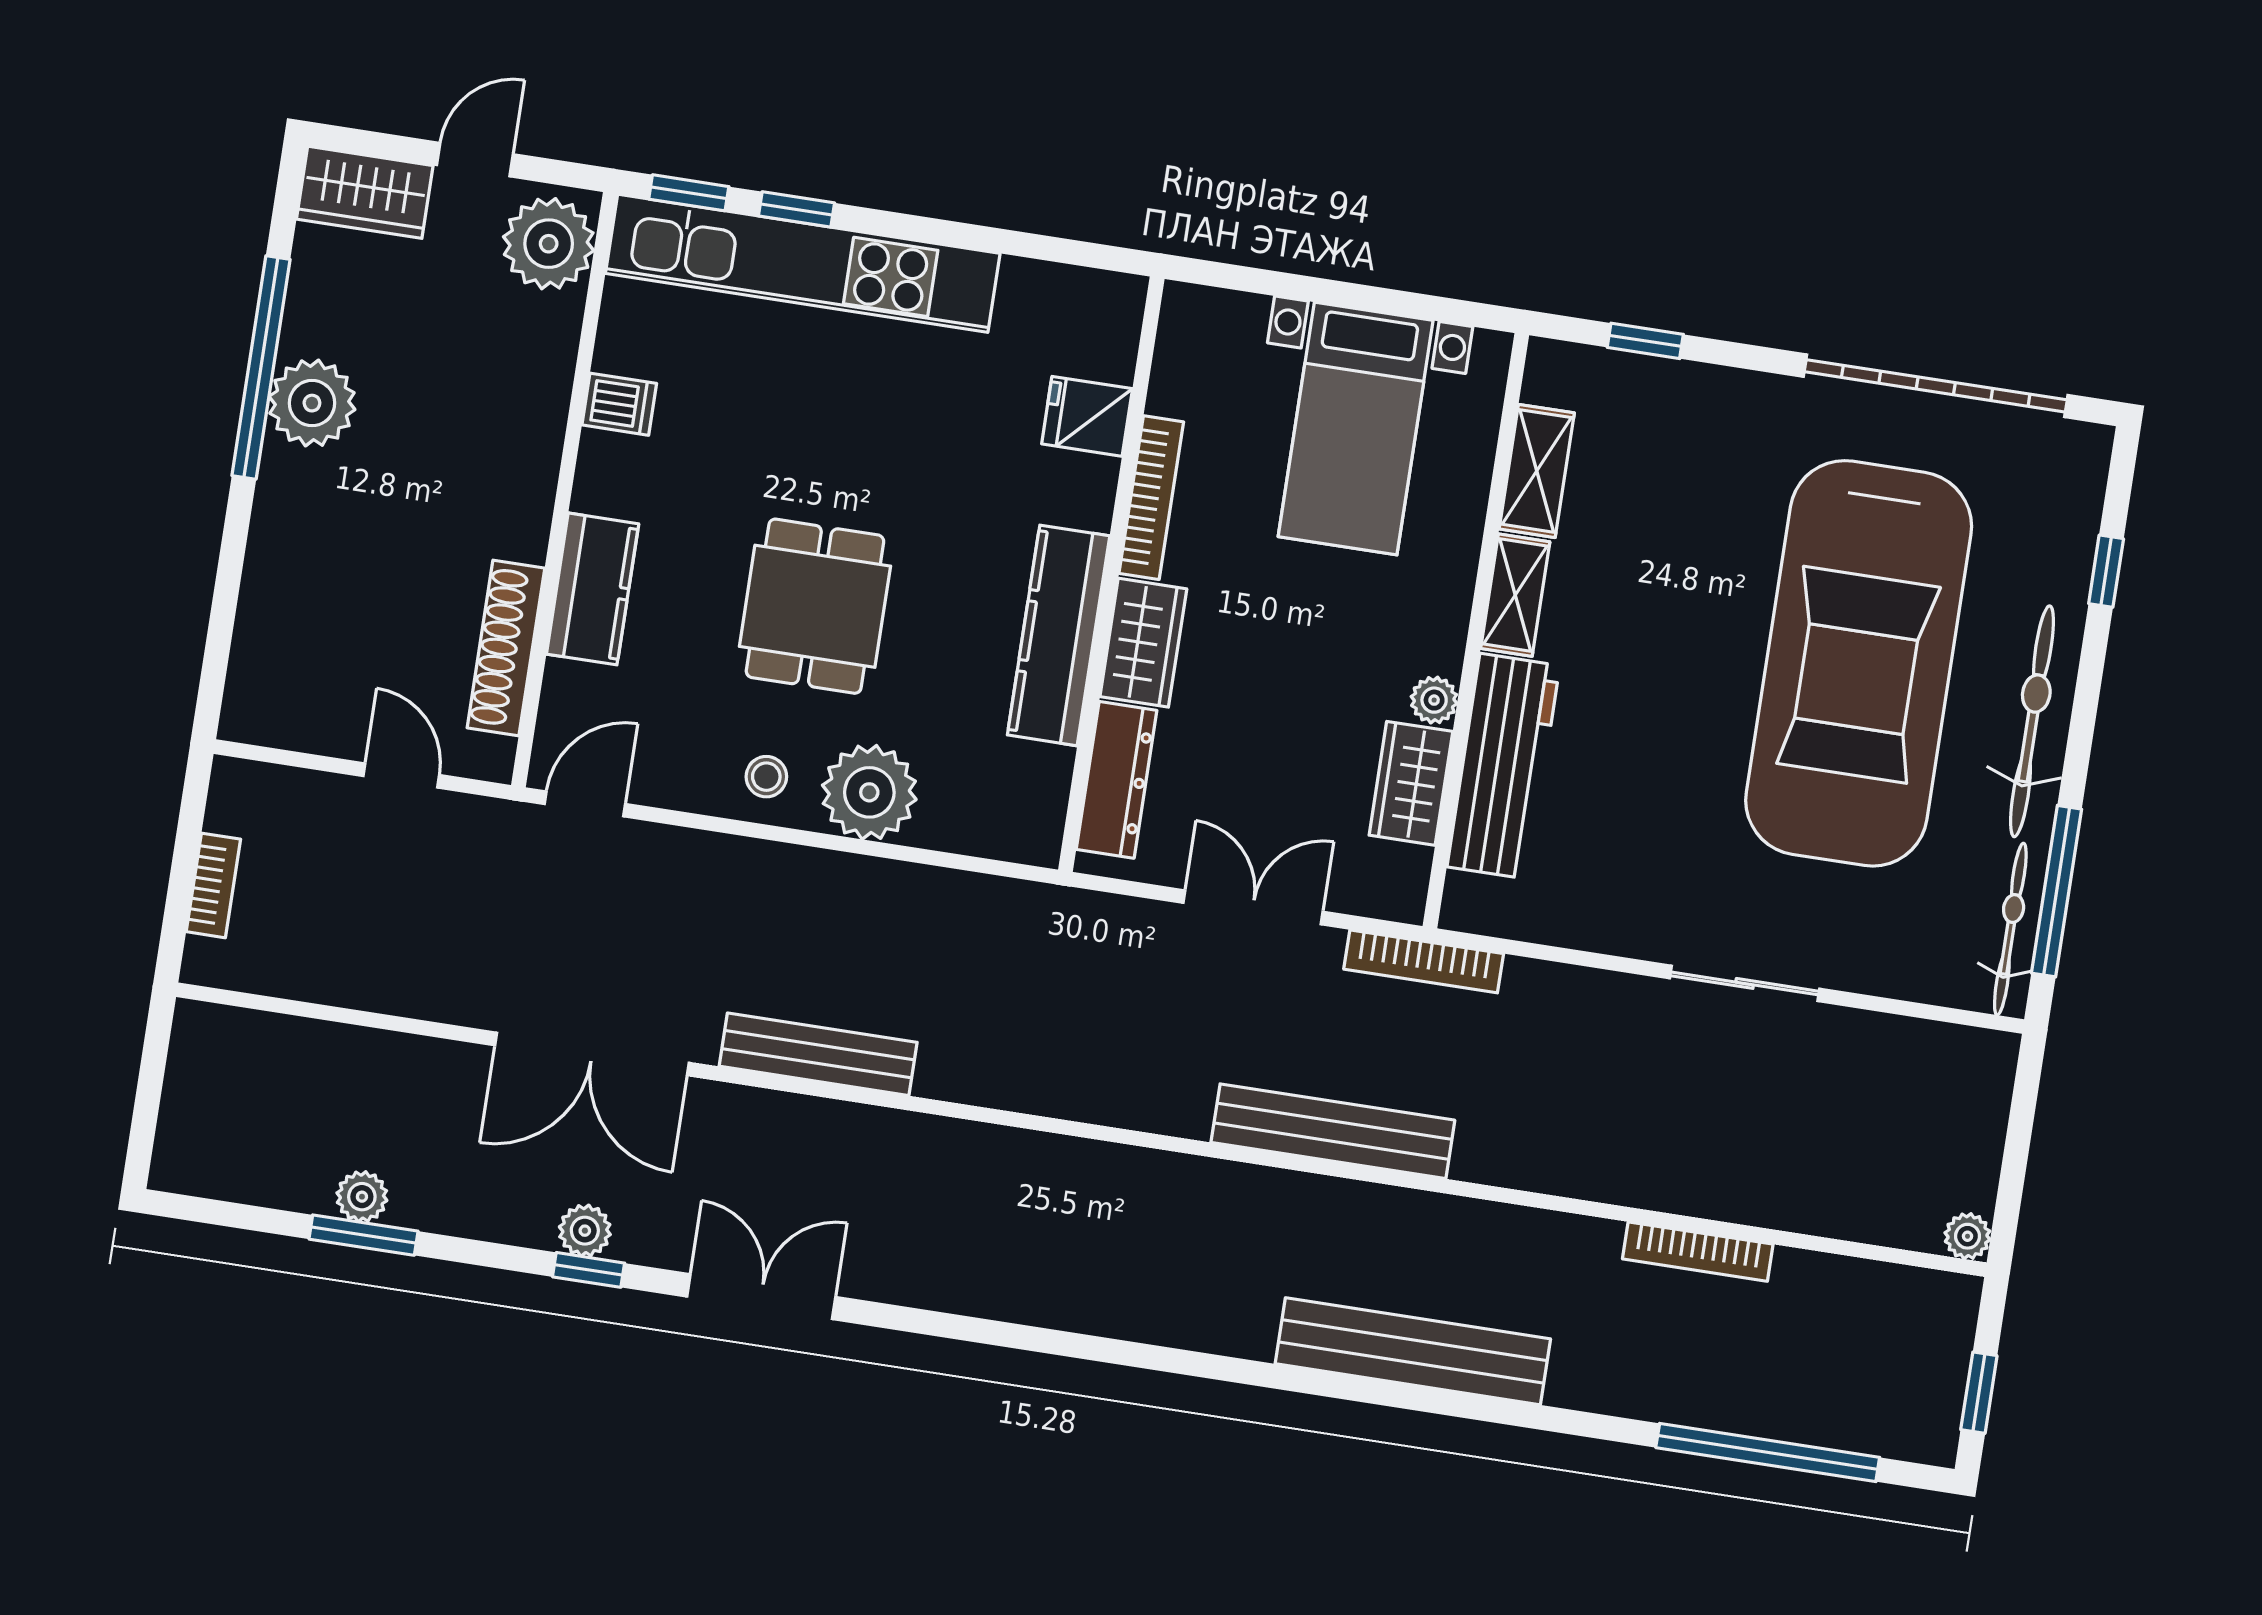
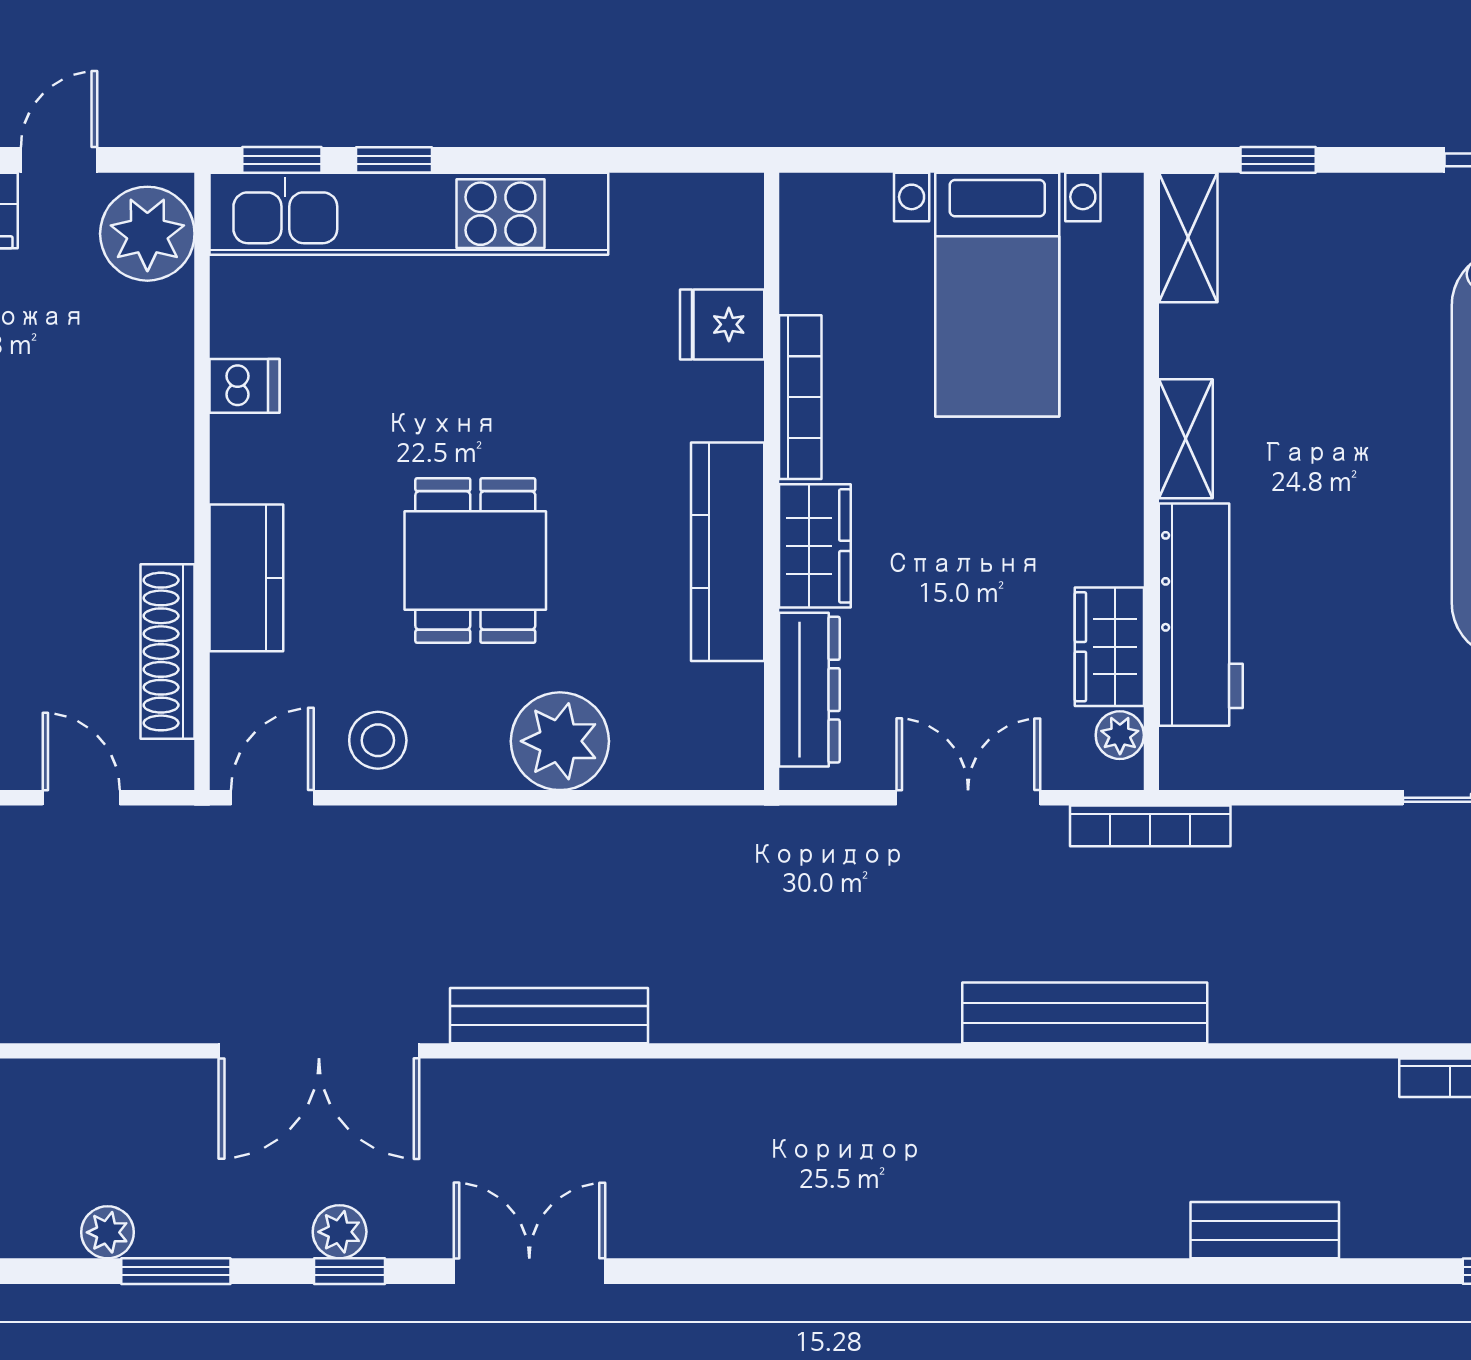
shelving: (1537, 471) -> (1188, 237), moved
plant: (1434, 700) -> (1120, 735), moved
stool: (766, 777) -> (378, 740), moved, width x1.37, depth x1.37
window: (363, 1235) -> (176, 1271), moved
bench: (1413, 1351) -> (1265, 1230), width x0.54, depth x0.82

